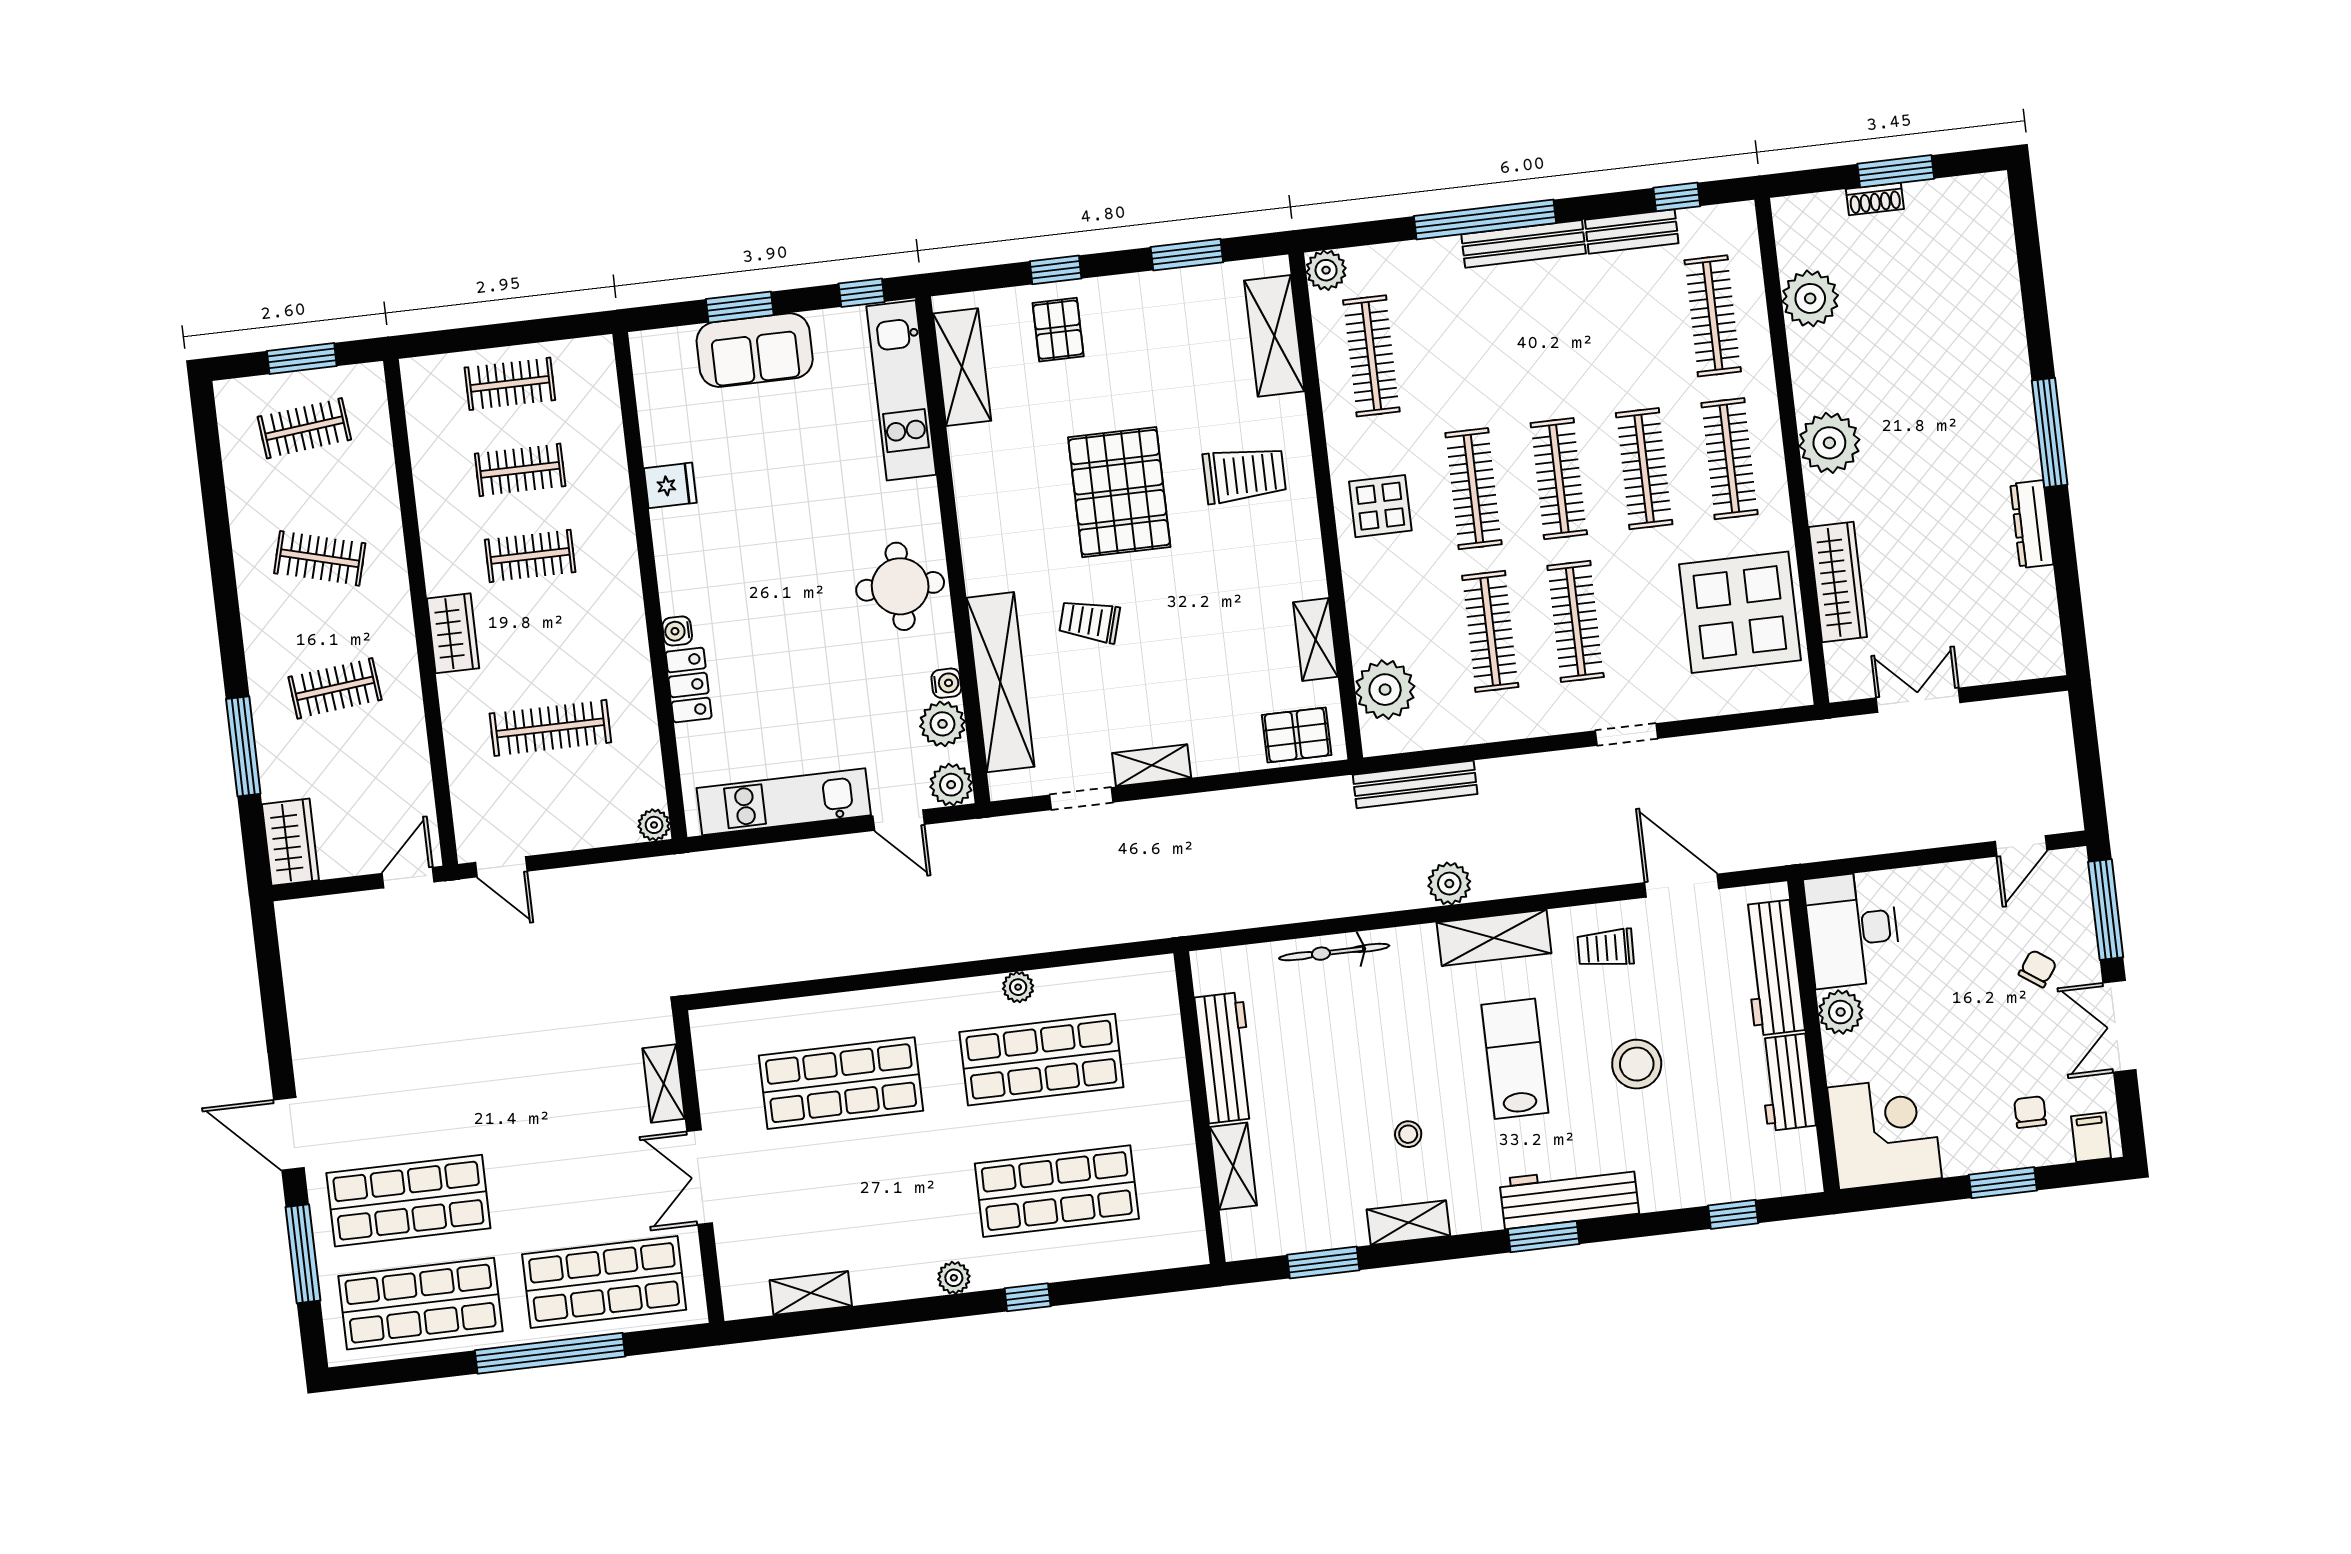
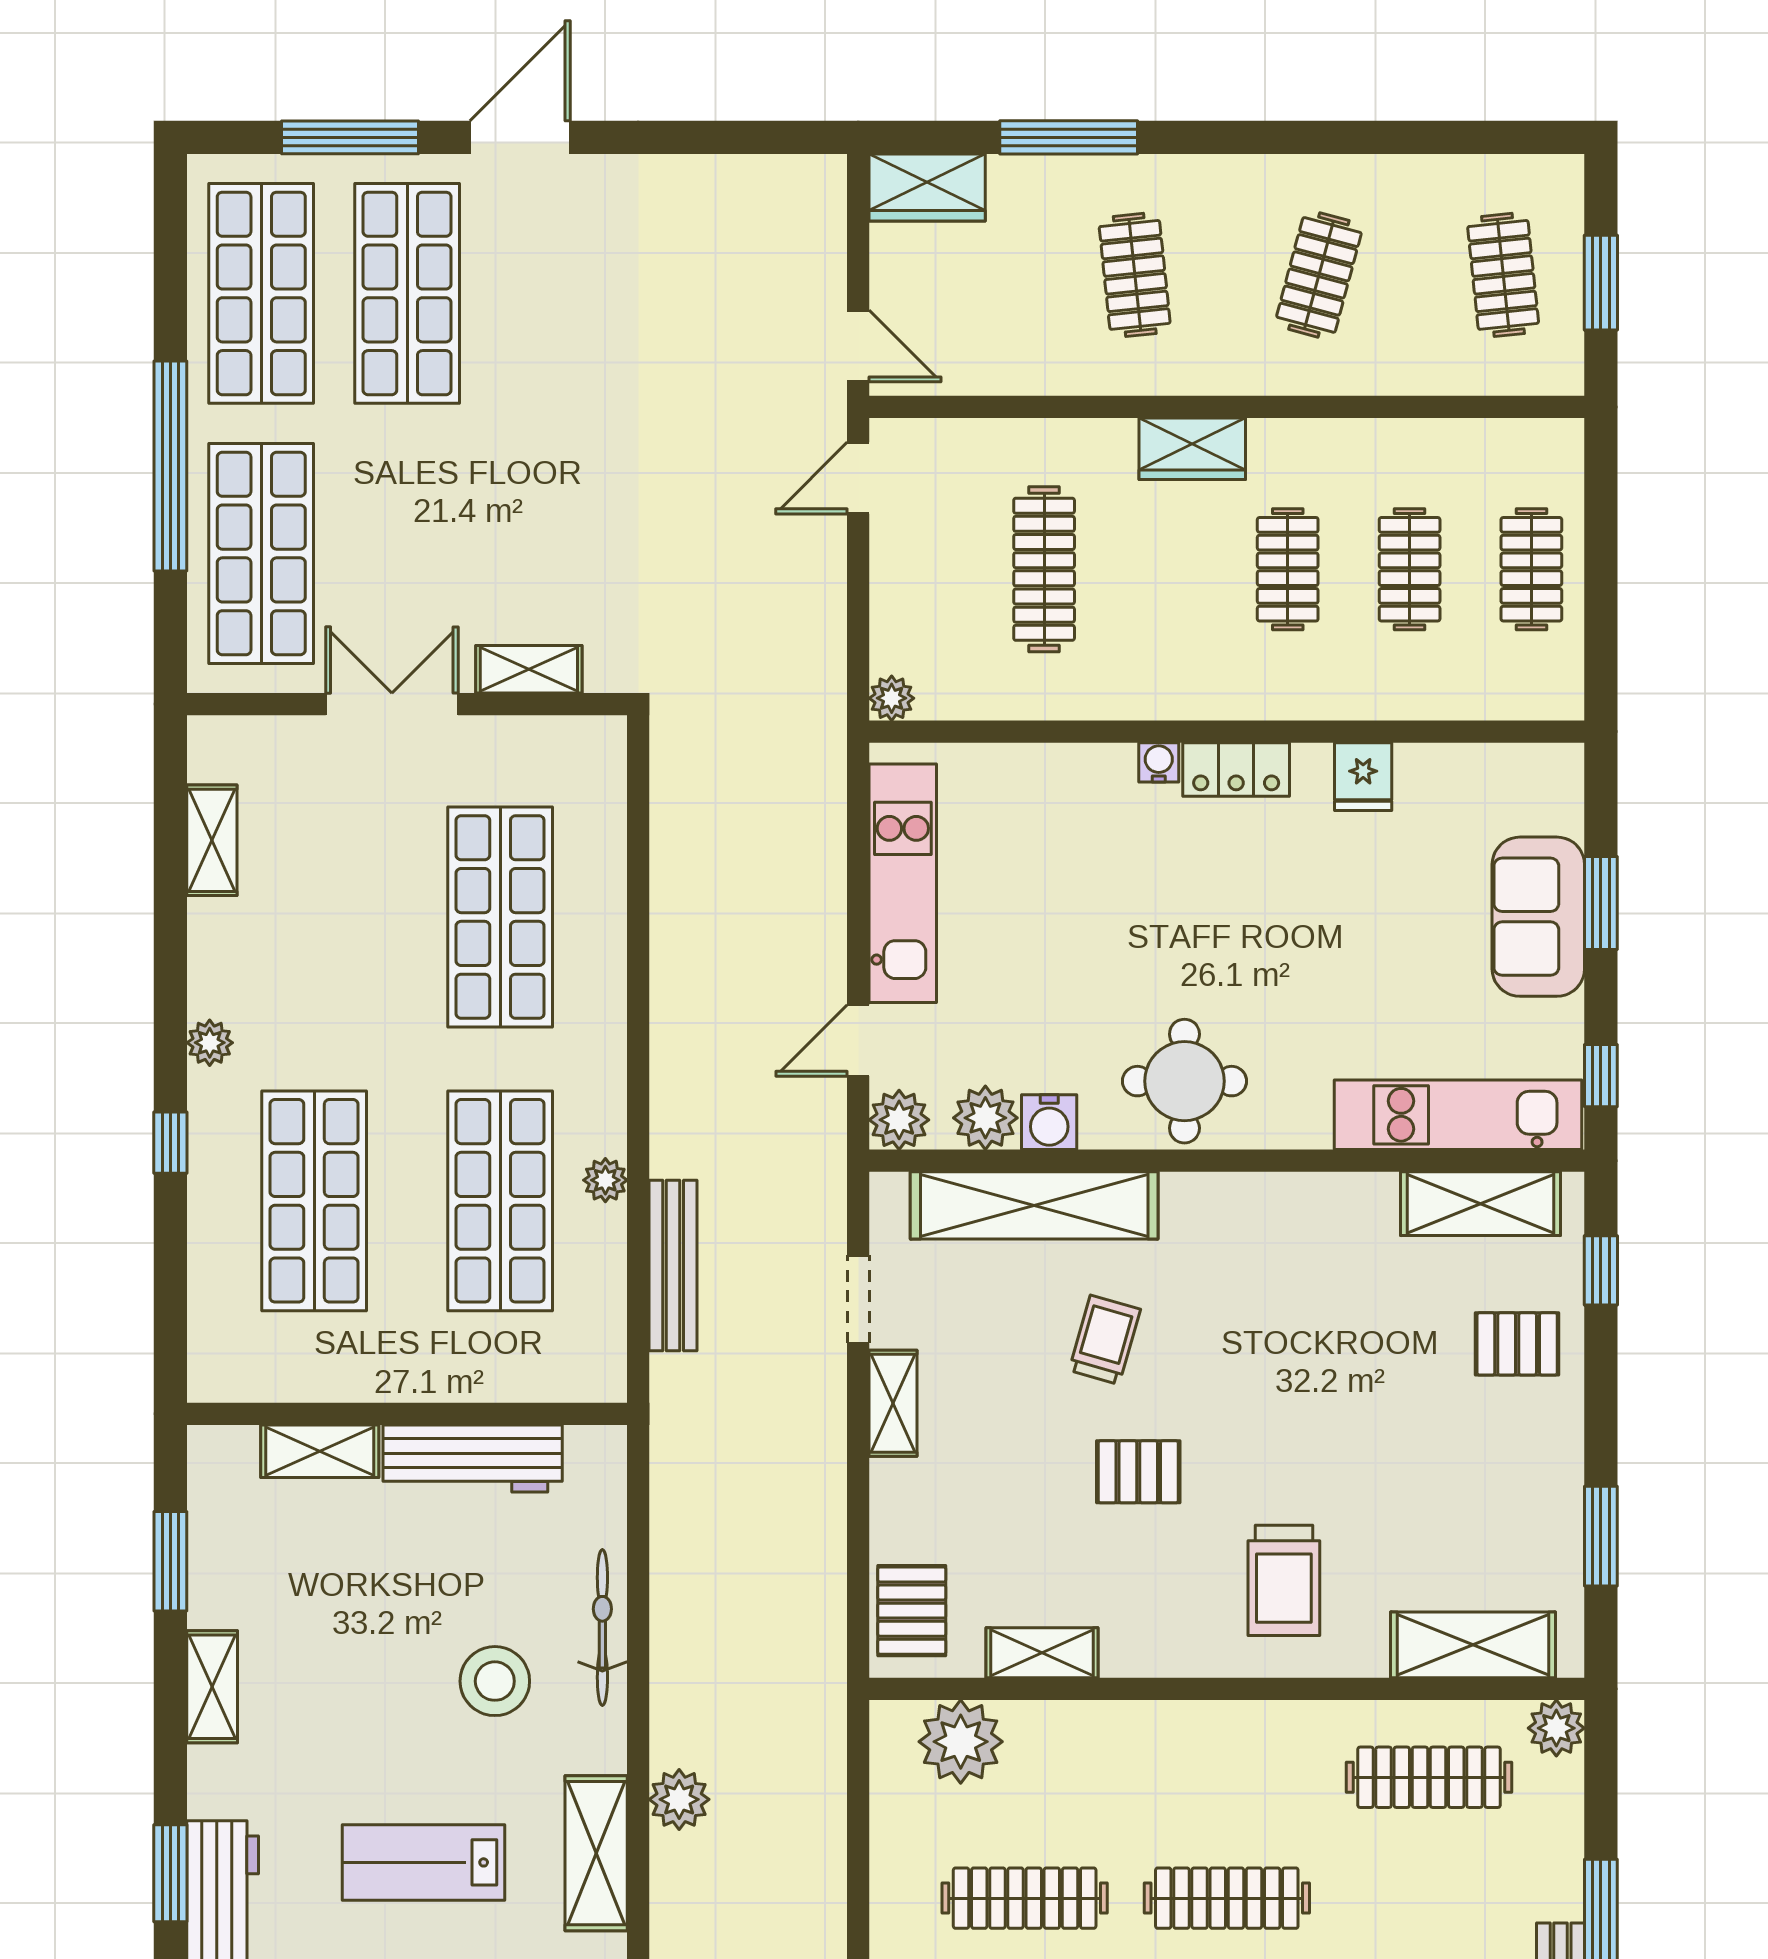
window: (1056, 270) -> (1601, 1270), moved
pallet: (1119, 492) -> (1138, 1472), moved, width x0.49, depth x0.50
display table: (1380, 506) -> (1218, 1765), removed
water cooler: (946, 683) -> (1049, 1122), width x1.38, depth x1.38
locker: (689, 685) -> (1236, 769), moved
bench: (1415, 784) -> (673, 1266), moved
lab bench: (1515, 1059) -> (424, 1862), turned 180
stool: (1408, 1134) -> (495, 1681), moved, width x1.89, depth x1.89

